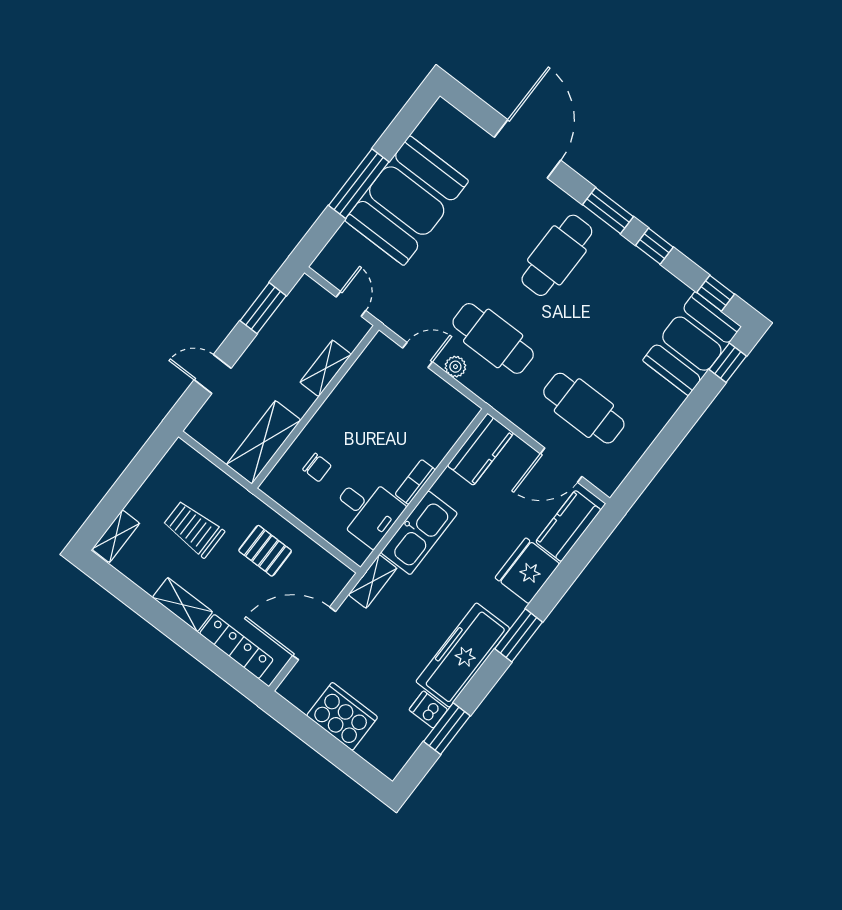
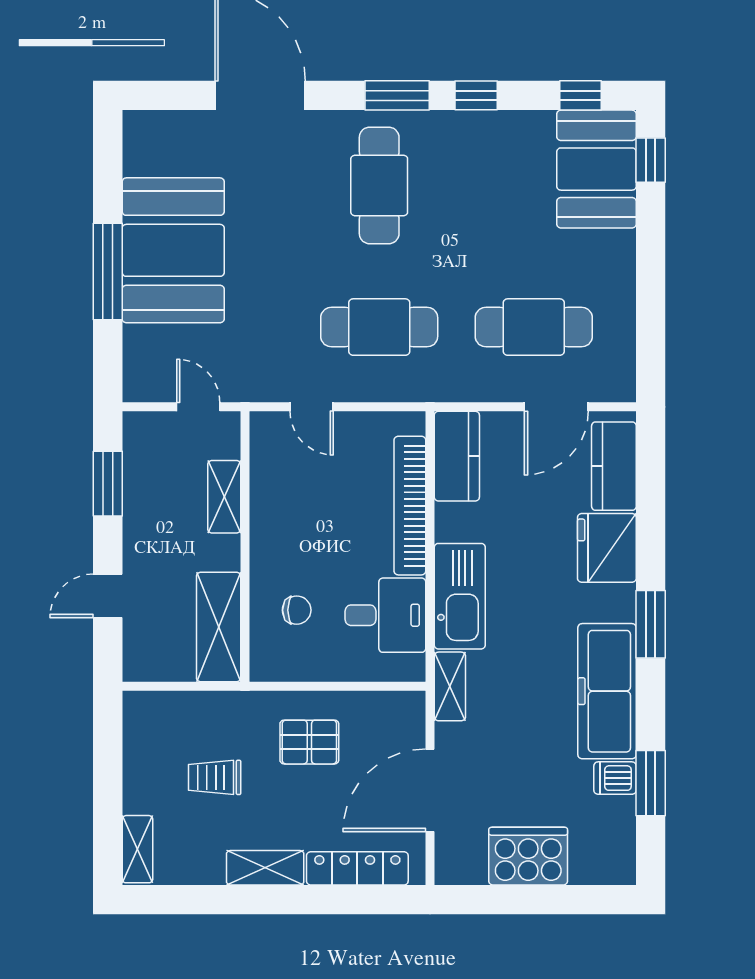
door: (417, 355) -> (312, 407), swing flipped
plant: (455, 367) -> (362, 388), removed
bookcase: (415, 482) -> (410, 506), width x2.31, depth x1.31
trolley: (194, 529) -> (215, 777), width x0.73, depth x0.72

